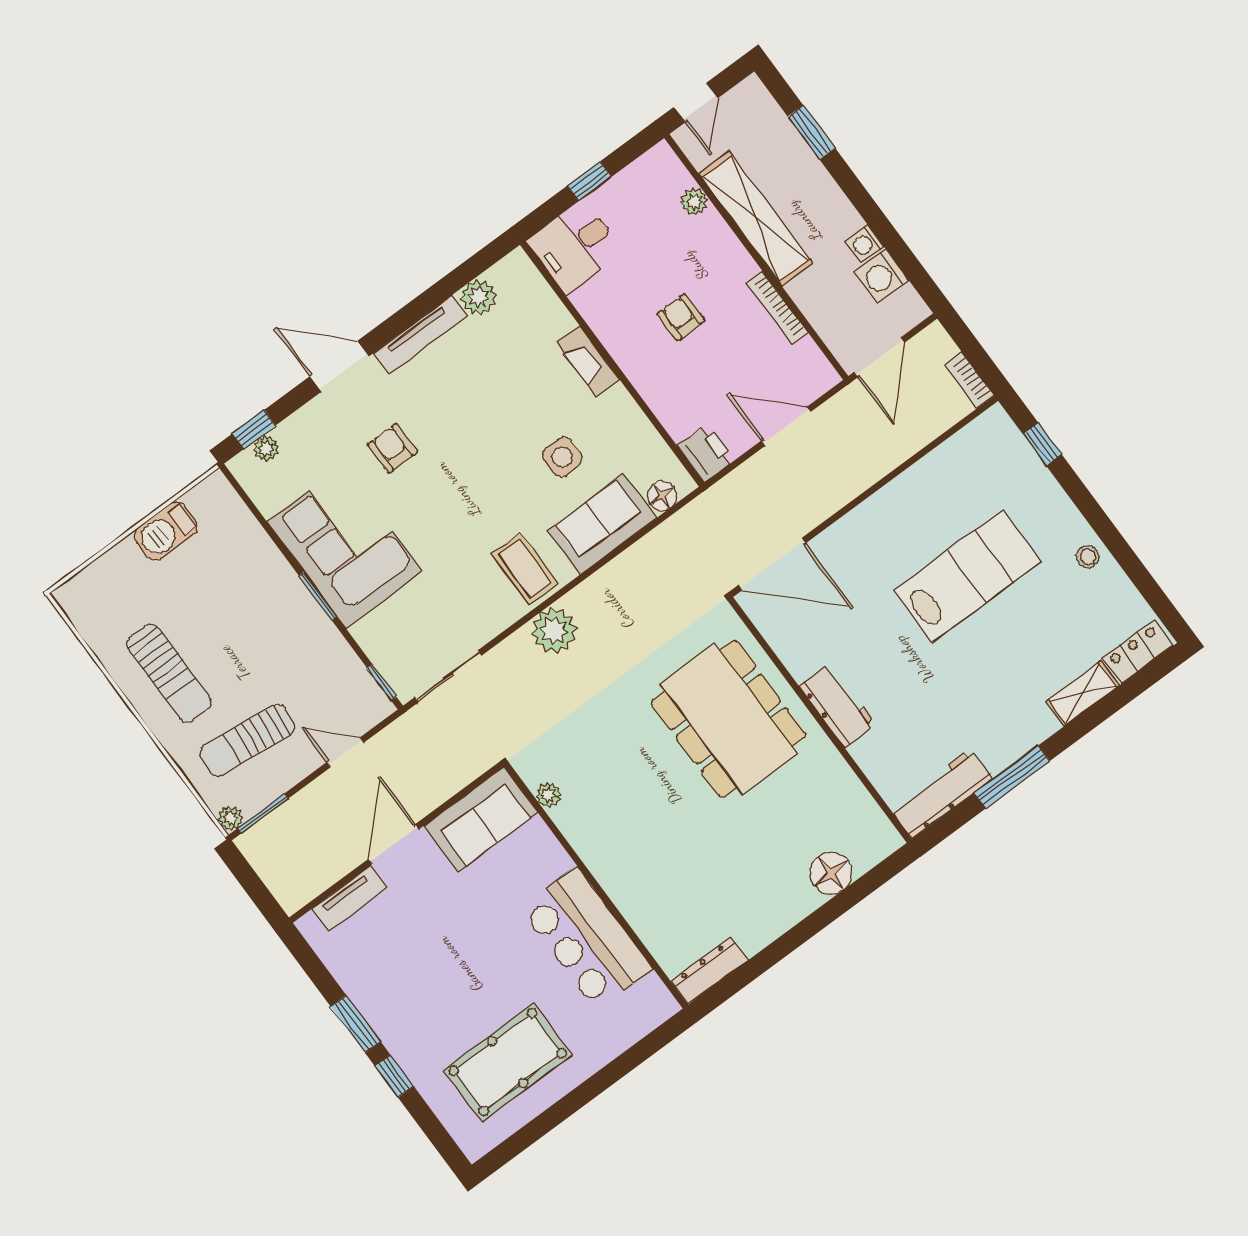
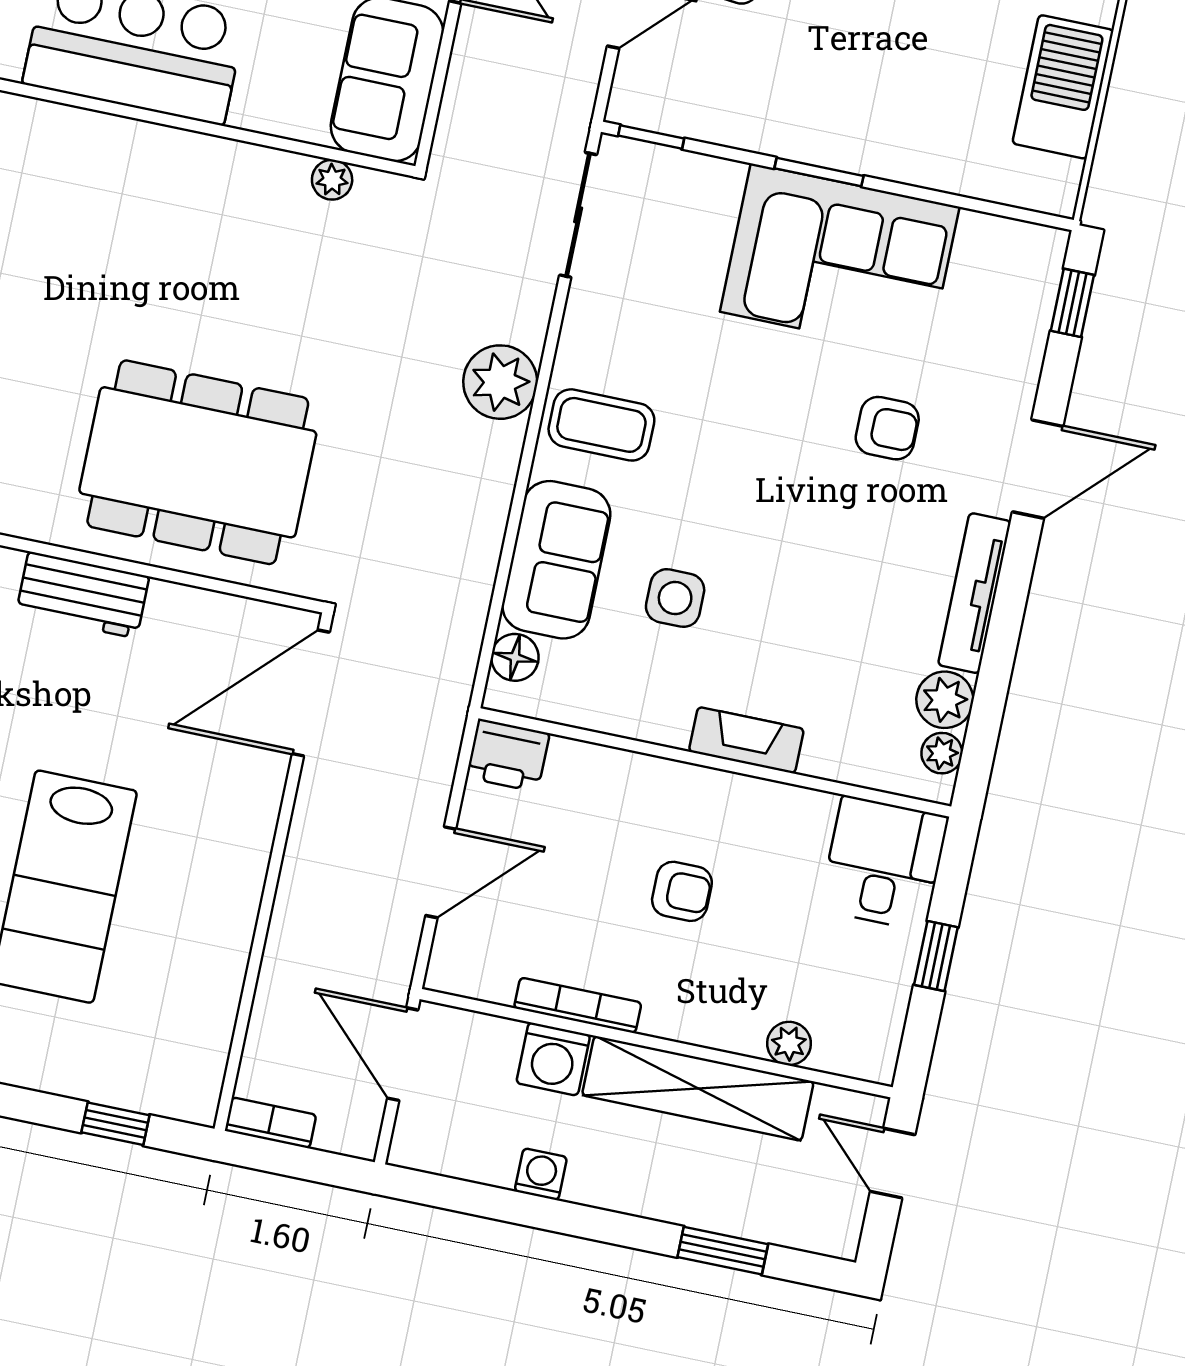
washing machine: (882, 276) -> (553, 1059), moved, turned 180
plant: (266, 448) -> (942, 753), moved
barbecue: (166, 531) -> (1063, 87), width x1.37, depth x1.21

